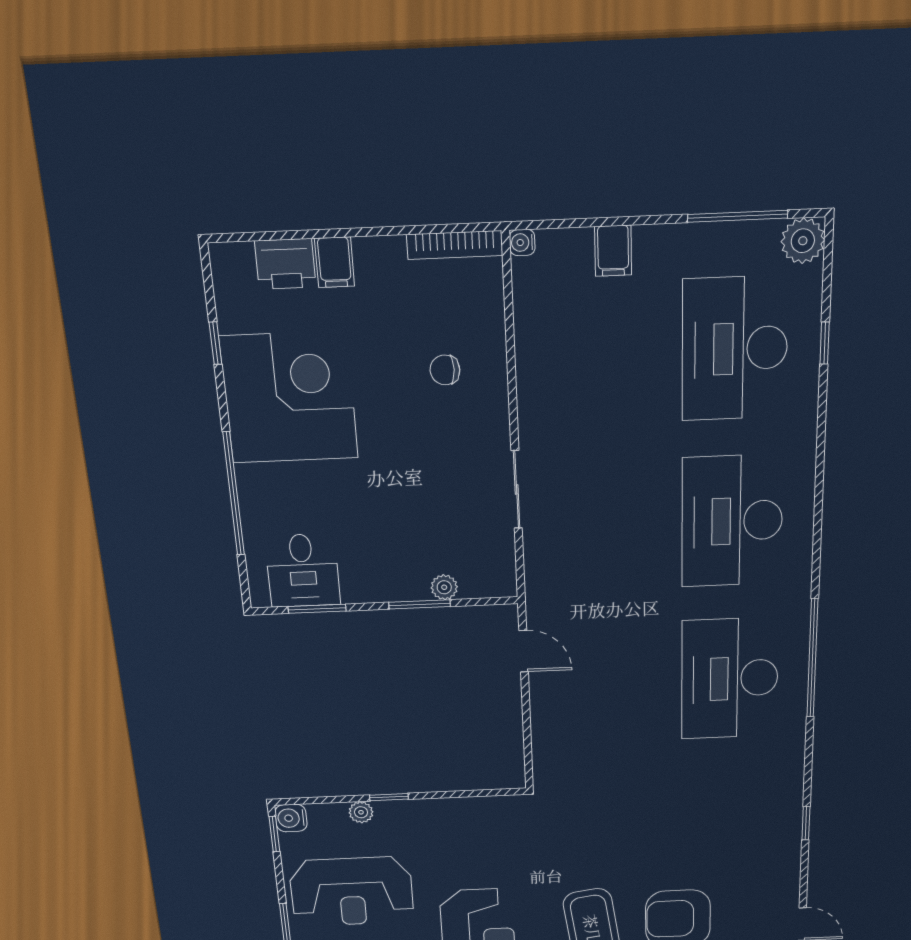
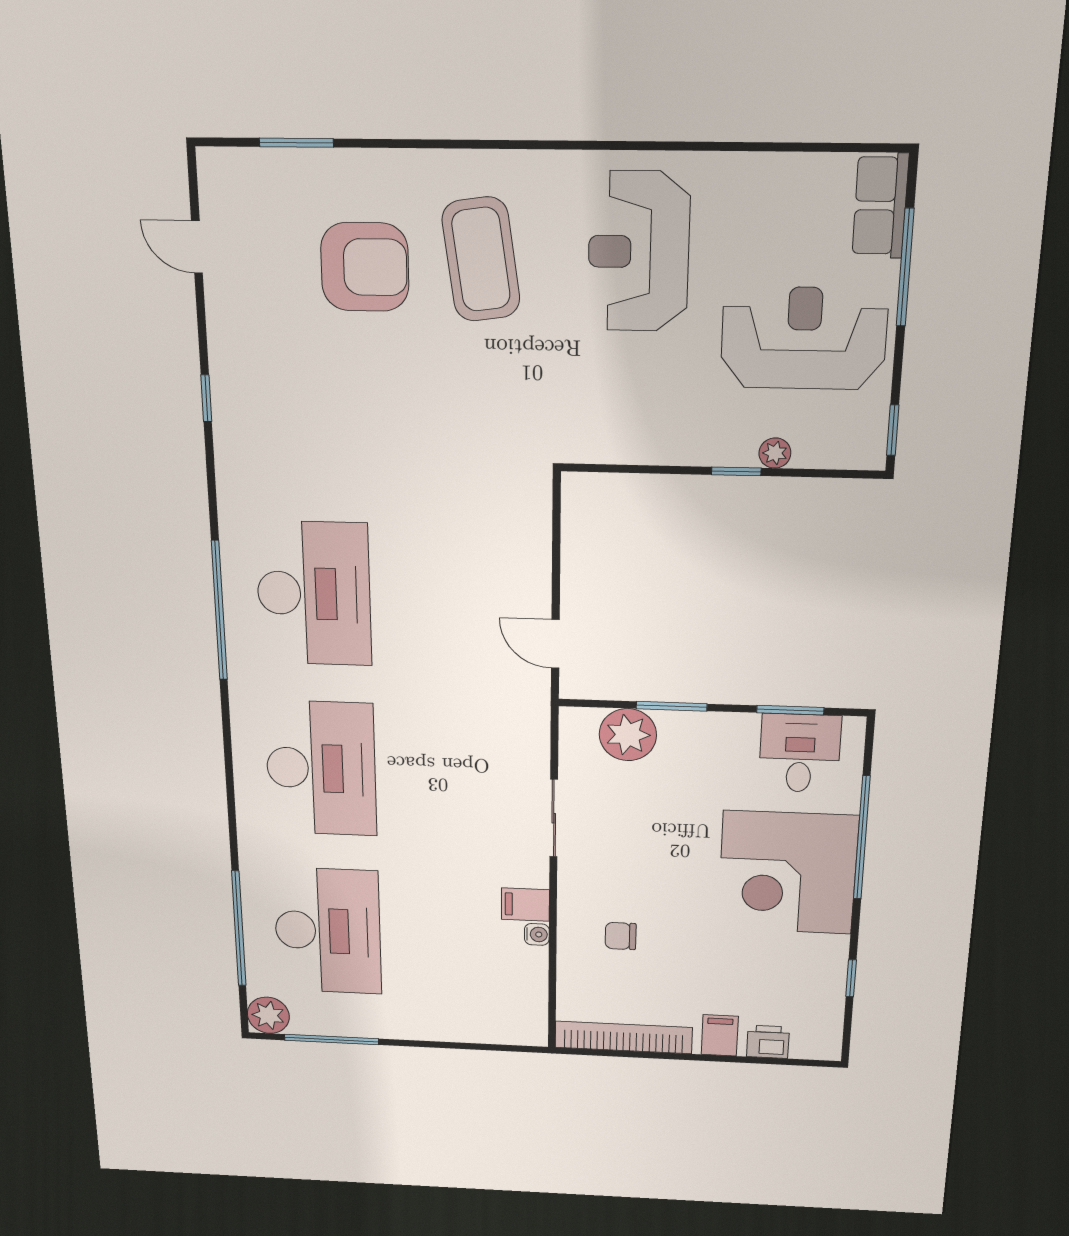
water cooler: (522, 242) -> (537, 934), moved
bookcase: (455, 245) -> (623, 1037), width x1.48, depth x1.31
filing cabinet: (613, 251) -> (525, 905), moved, turned -90
printer: (285, 264) -> (768, 1042), width x0.73, depth x0.81
window: (825, 343) -> (239, 929), width x3.17
chair: (445, 370) -> (621, 936), turned 180
corner desk: (289, 398) -> (788, 873), moved
plant: (444, 587) -> (628, 735), width x1.87, depth x1.87
water cooler: (291, 818) -> (867, 451), removed

